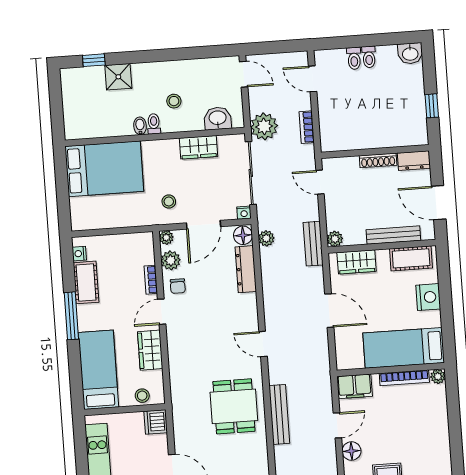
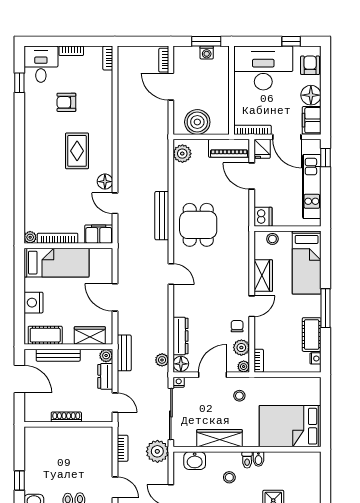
window: (432, 106) -> (19, 480), moved
wardrobe: (199, 147) -> (219, 438), width x1.50
dresser: (414, 161) -> (105, 376), moved, turned -90
bookcase: (151, 280) -> (259, 361), moved
door: (337, 425) -> (115, 203), hinge flipped

